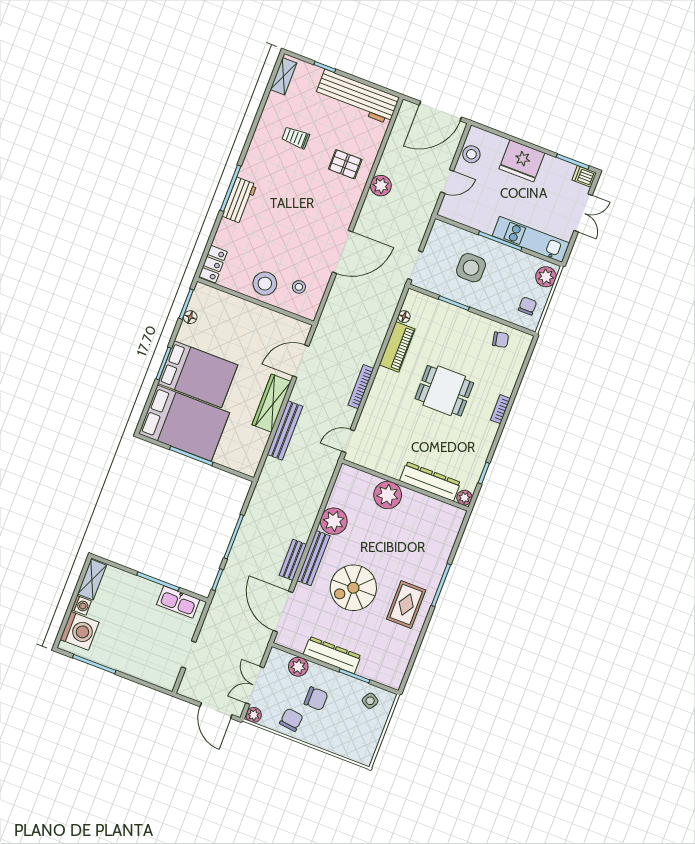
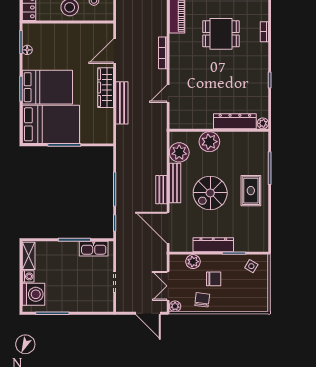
dresser: (430, 481) -> (235, 121), moved
wall: (405, 485) -> (219, 130), moved
plant: (388, 495) -> (209, 142), moved
plant: (464, 498) -> (263, 123), moved

